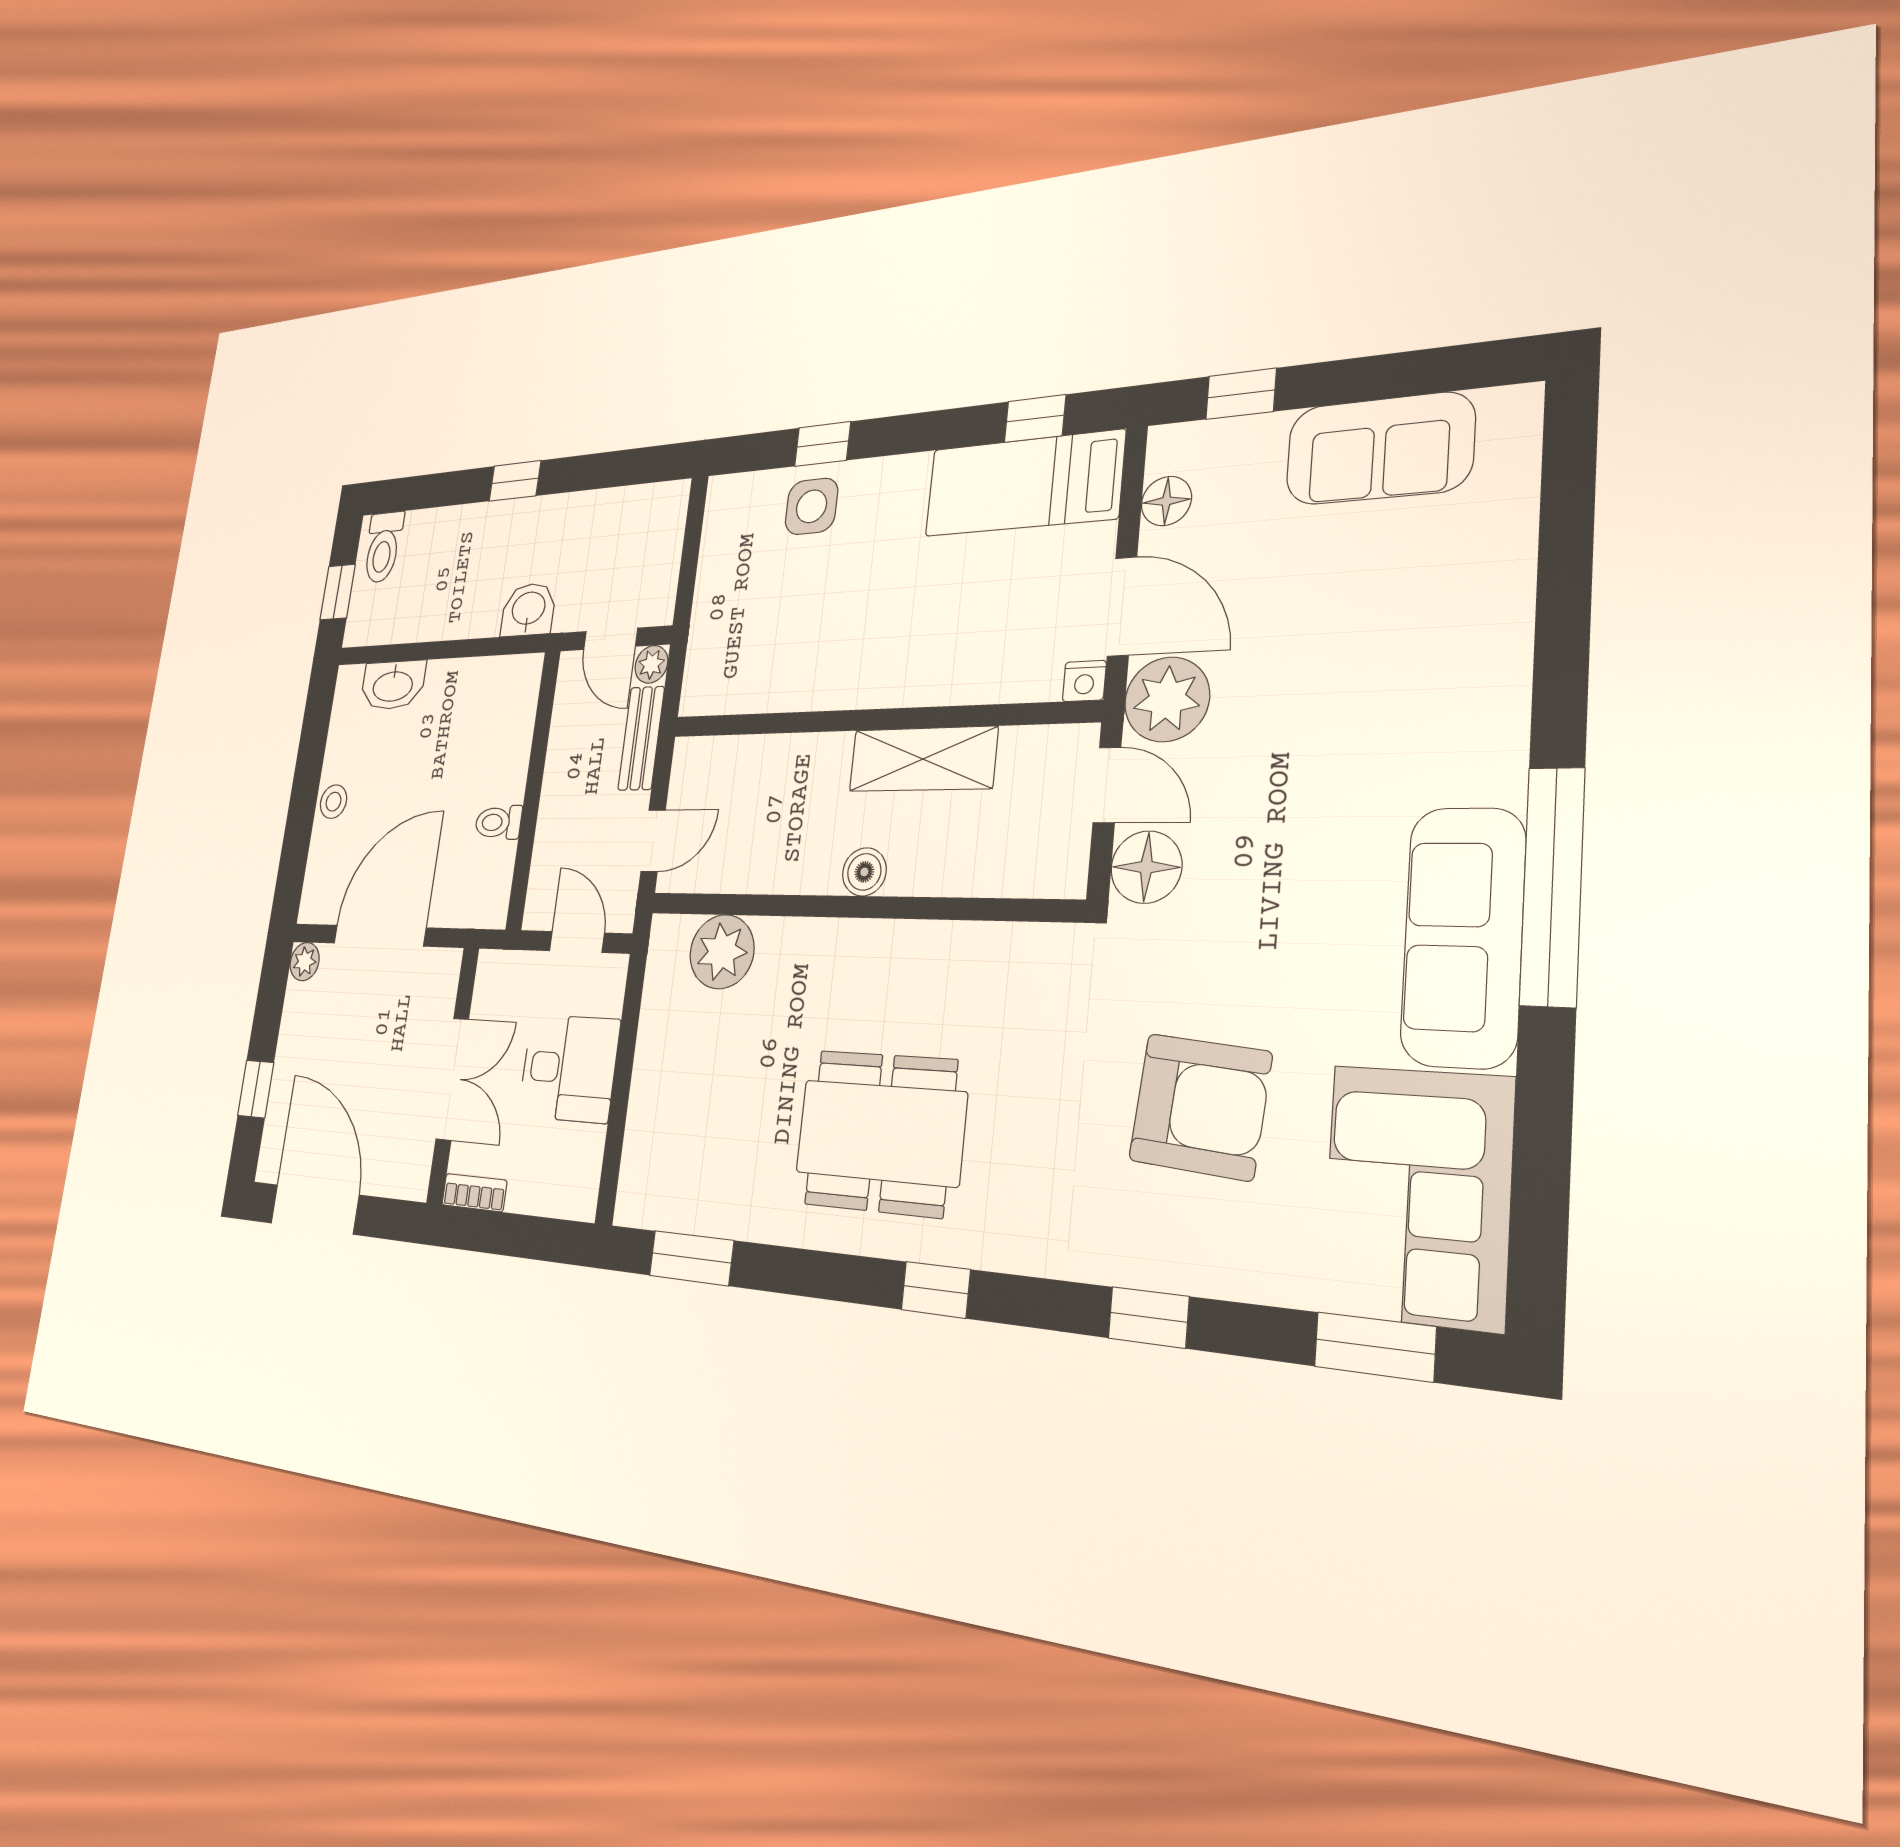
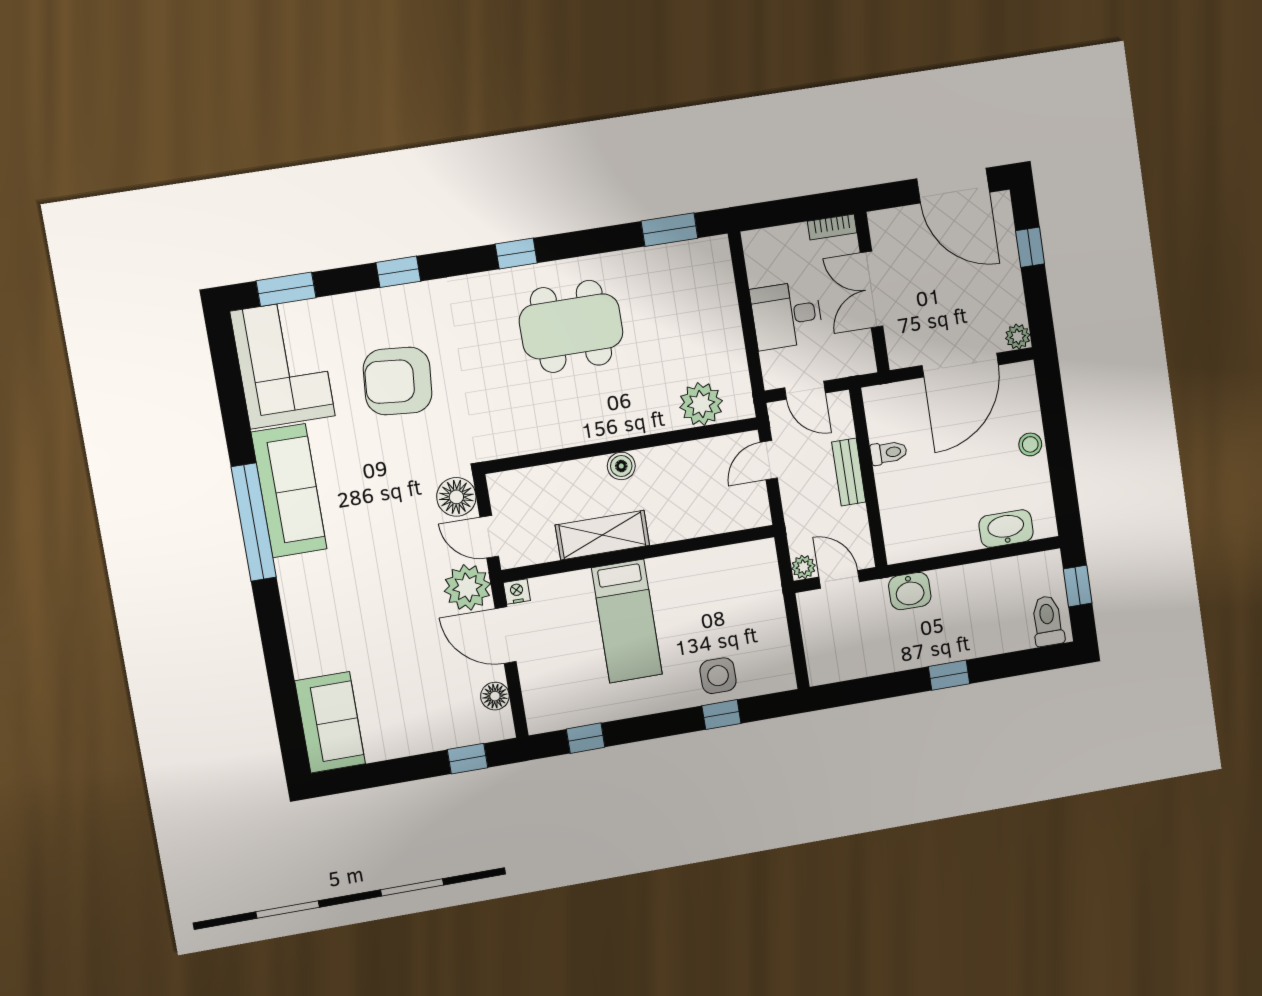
sofa: (1379, 449) -> (330, 722), moved, turned 90
bed: (1024, 484) -> (627, 621), moved, turned 90
bench: (641, 738) -> (849, 472), moved

